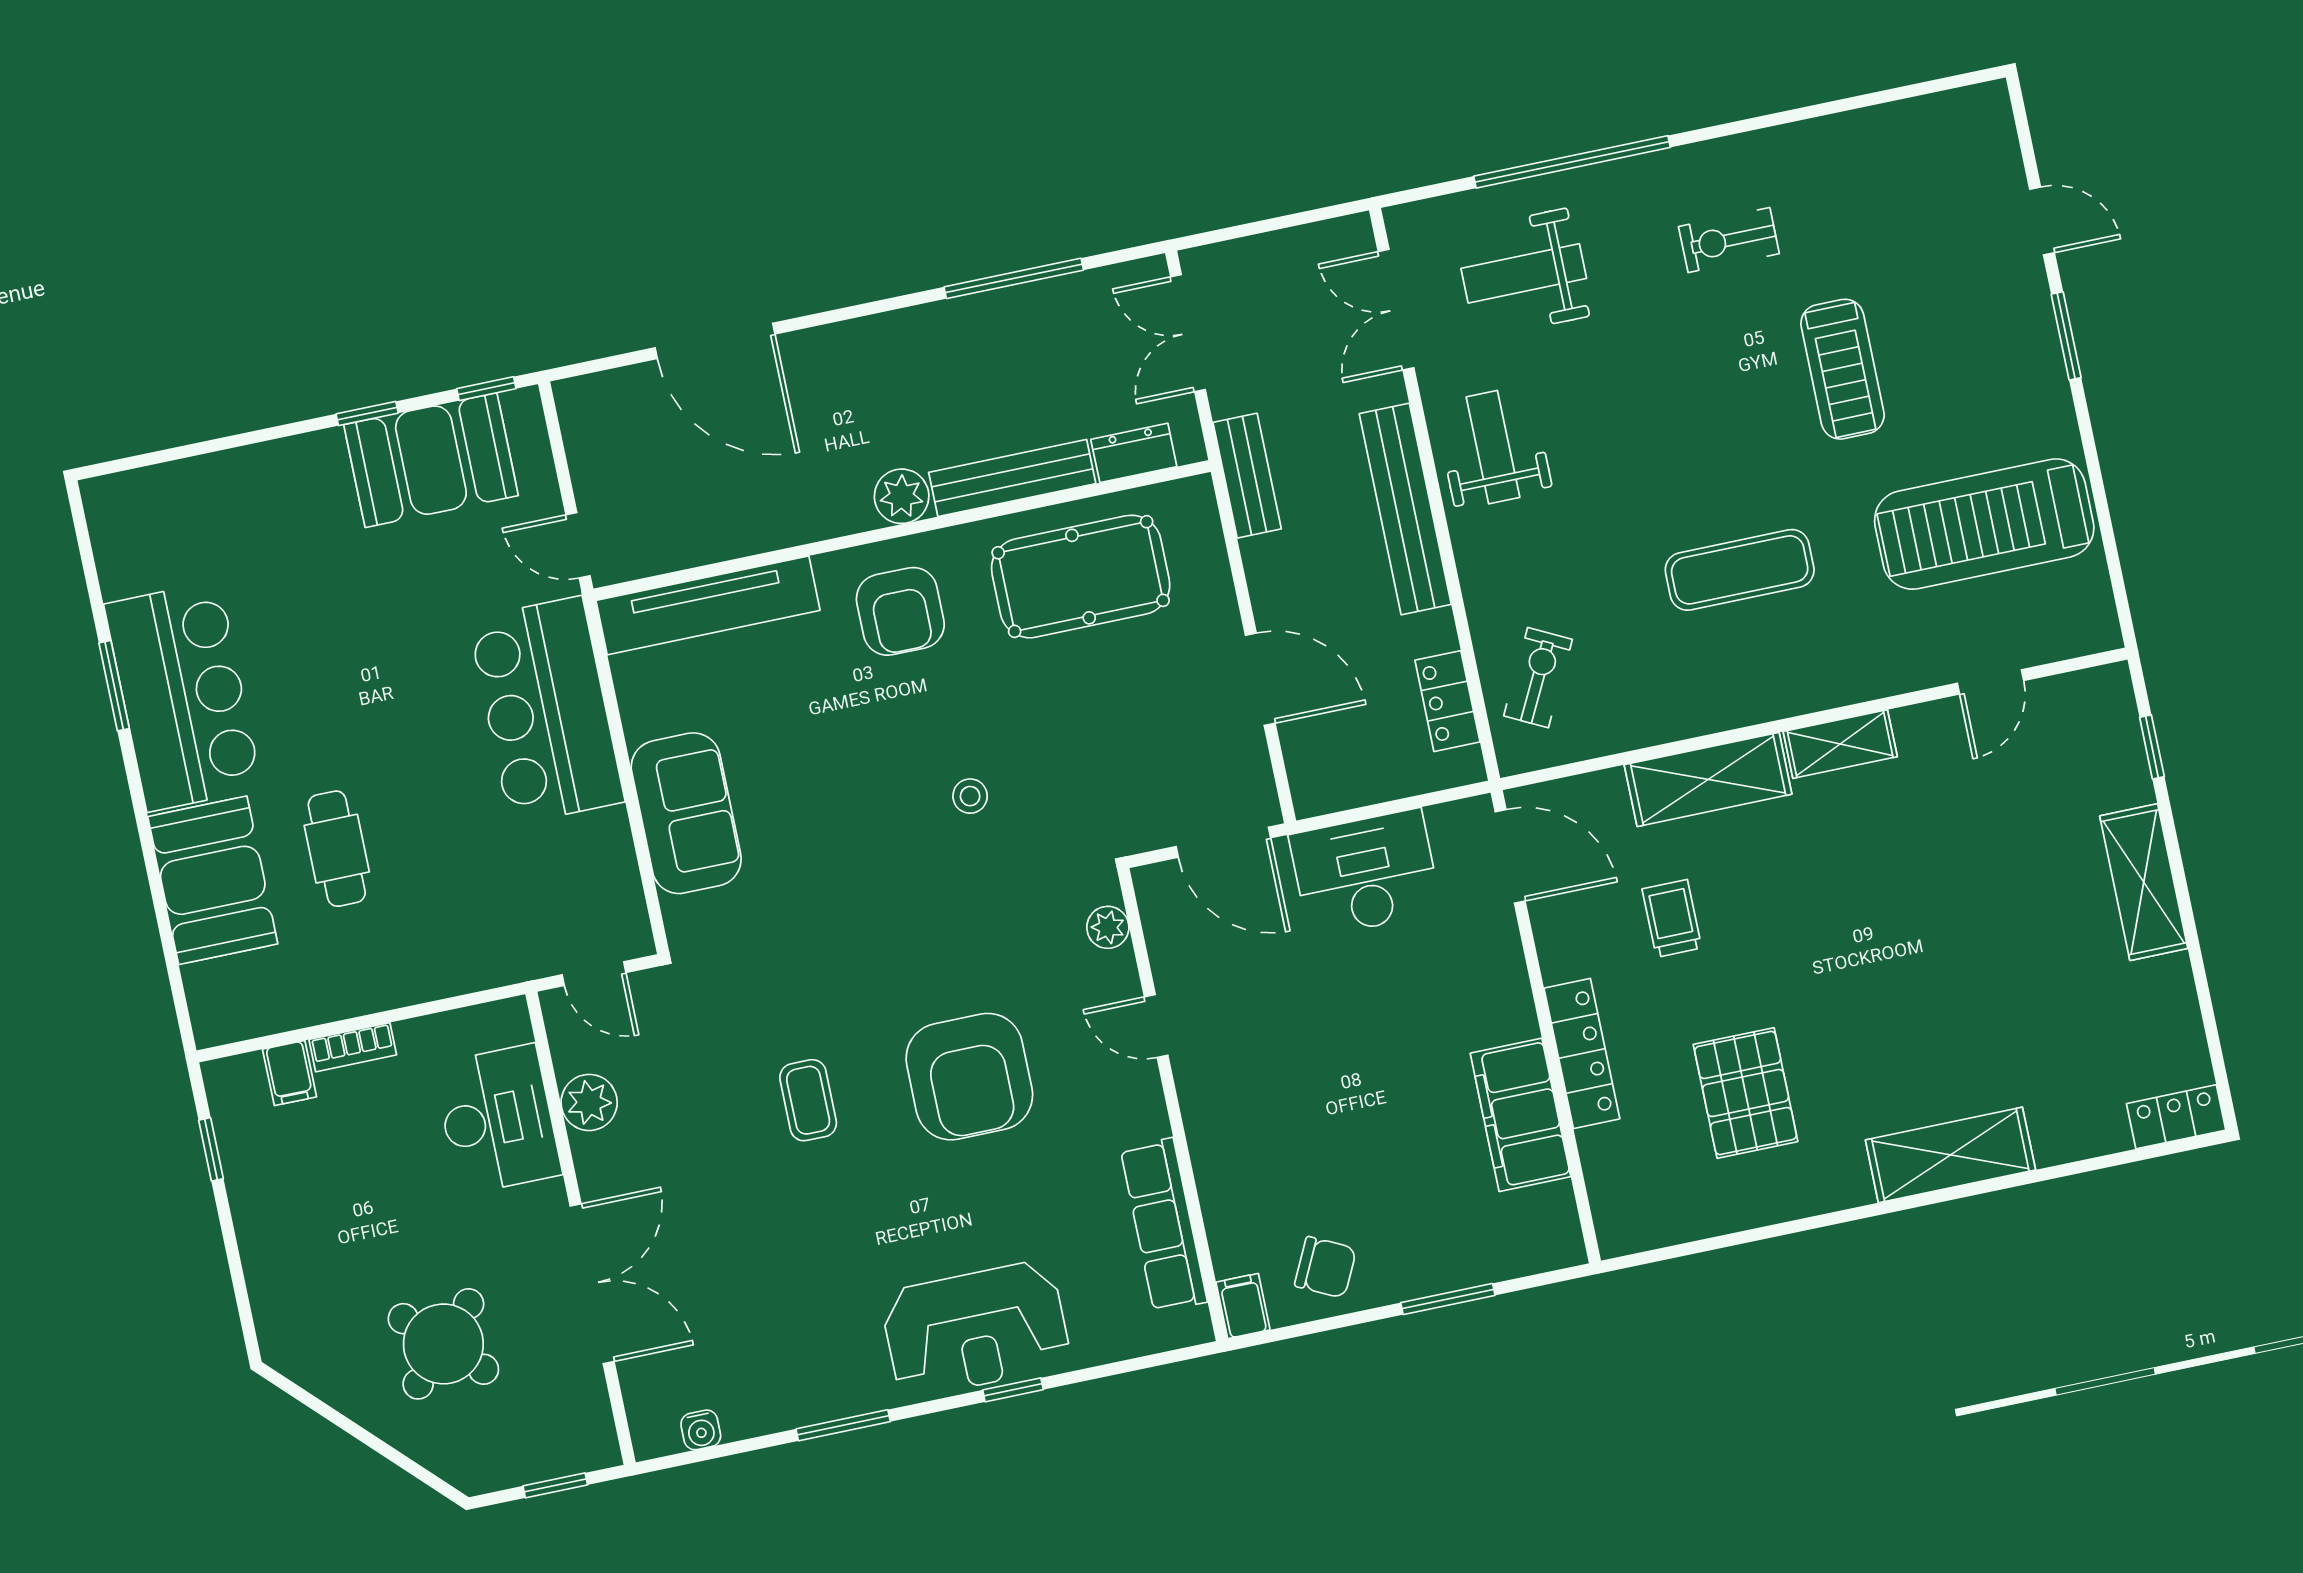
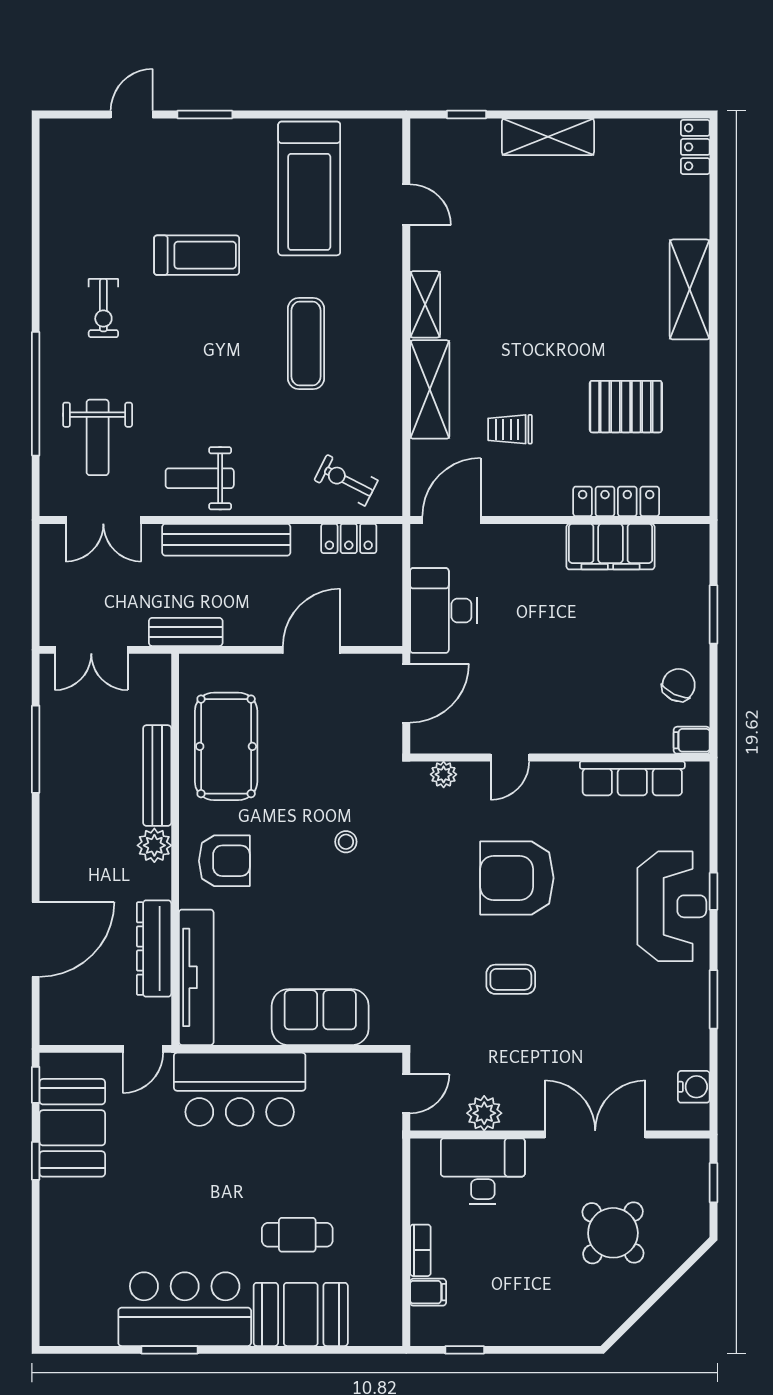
dresser: (1134, 453) -> (154, 949), moved, width x1.96, depth x1.24
locker: (1582, 1053) -> (616, 501), moved
armchair: (969, 1077) -> (517, 878), turned 180
water cooler: (701, 1430) -> (694, 1087), width x1.38, depth x1.38

